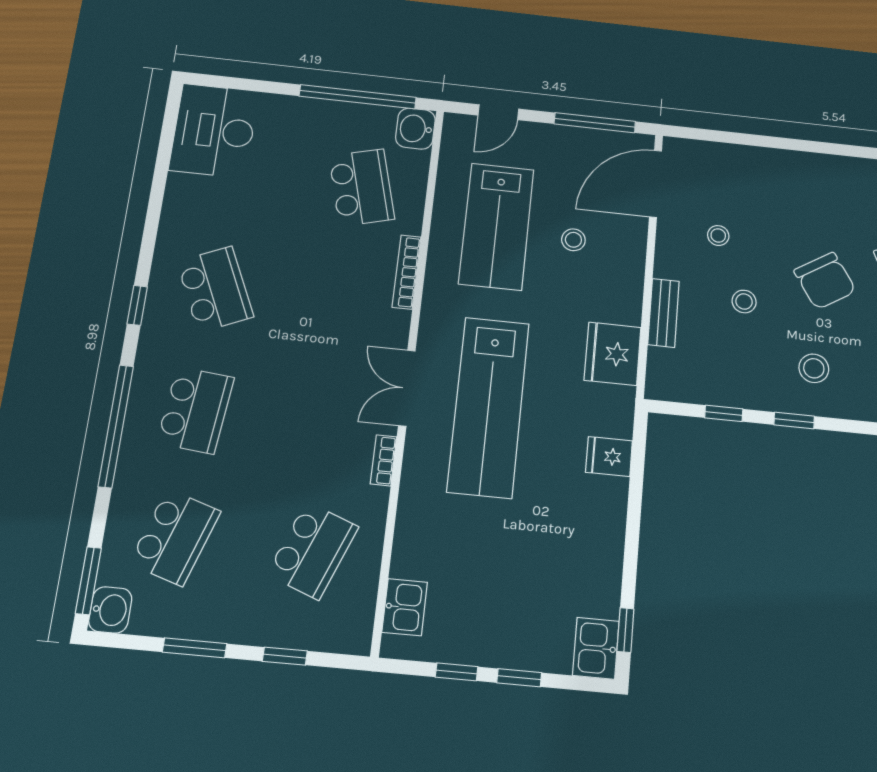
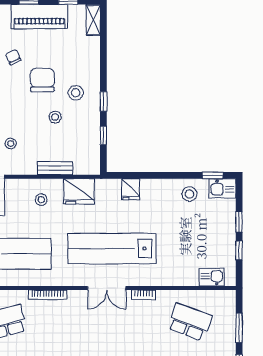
stool: (573, 240) -> (41, 200), moved
chair: (825, 281) -> (42, 80), moved, turned -58
stool: (744, 301) -> (55, 117), moved
lab bench: (488, 407) -> (112, 249), turned 180
stool: (589, 577) -> (189, 194), added
window: (285, 656) -> (239, 328), width x1.50

